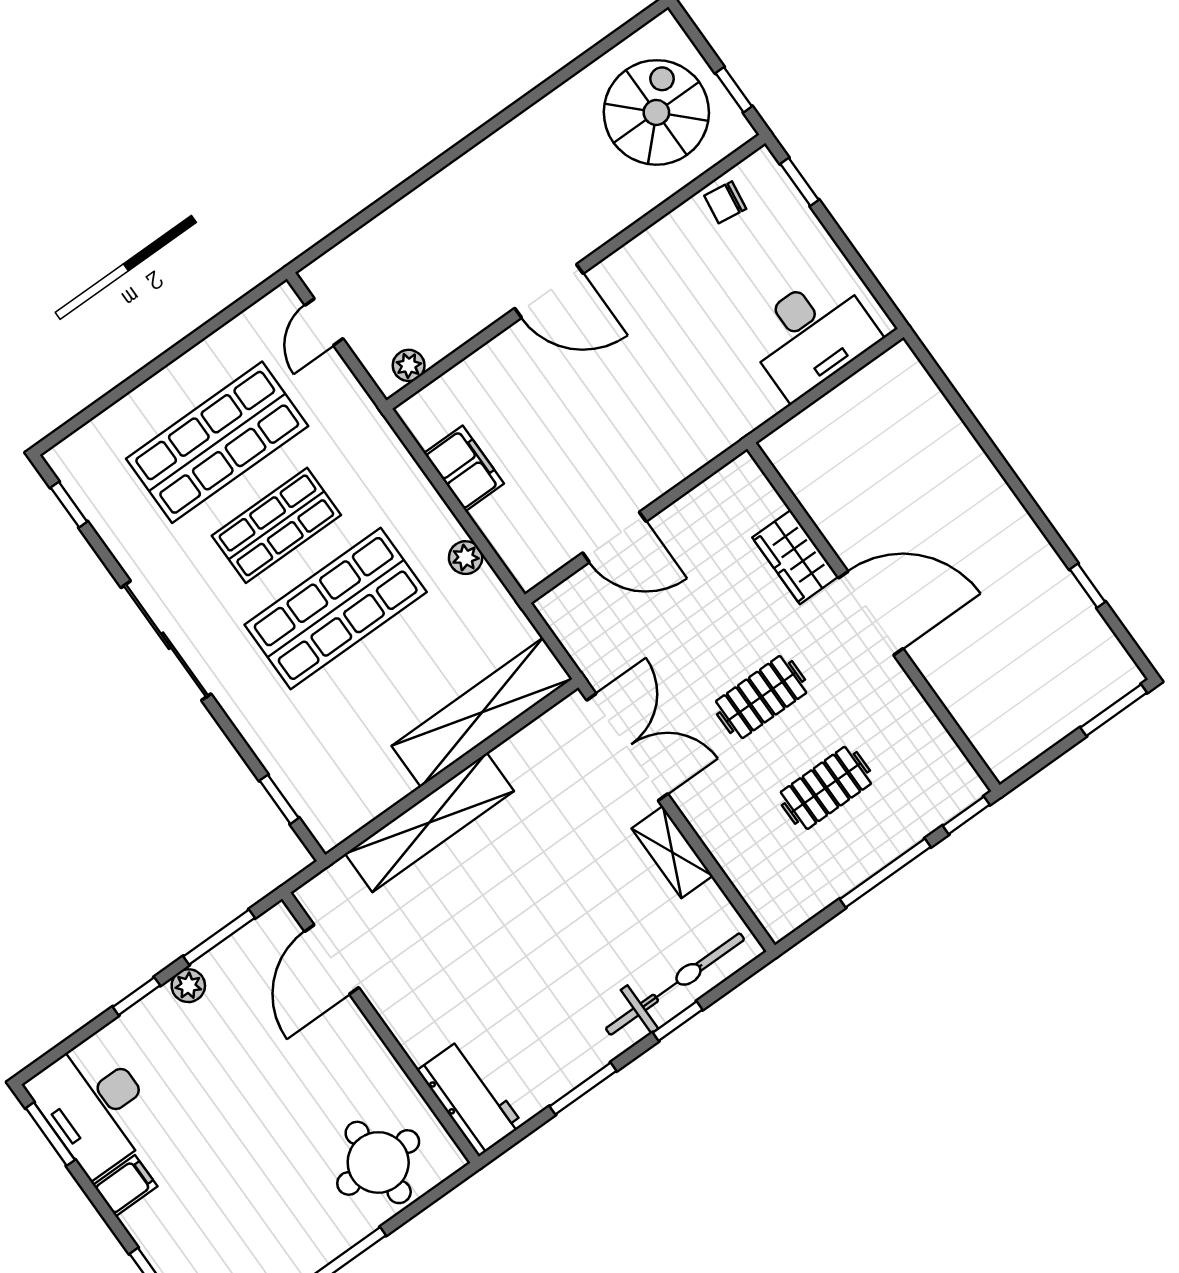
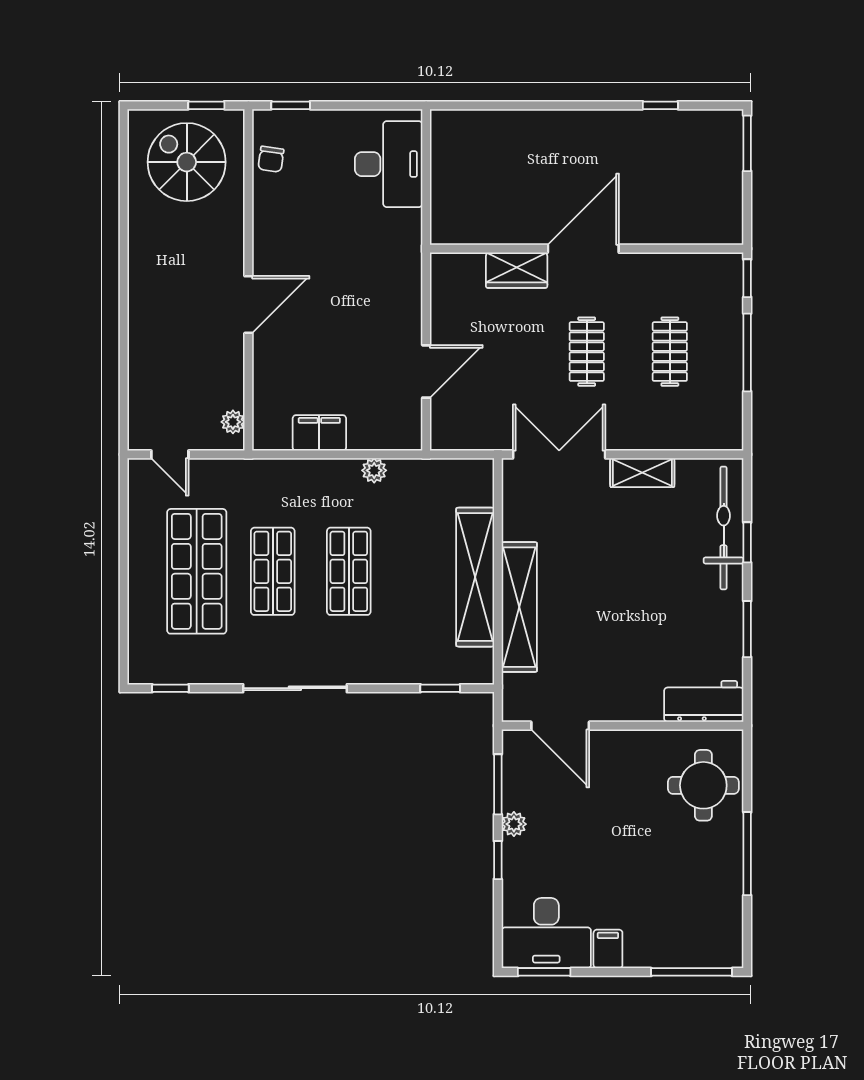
shop shelf: (336, 608) -> (349, 571), width x0.70, depth x0.74
shelving: (482, 712) -> (475, 577), moved

